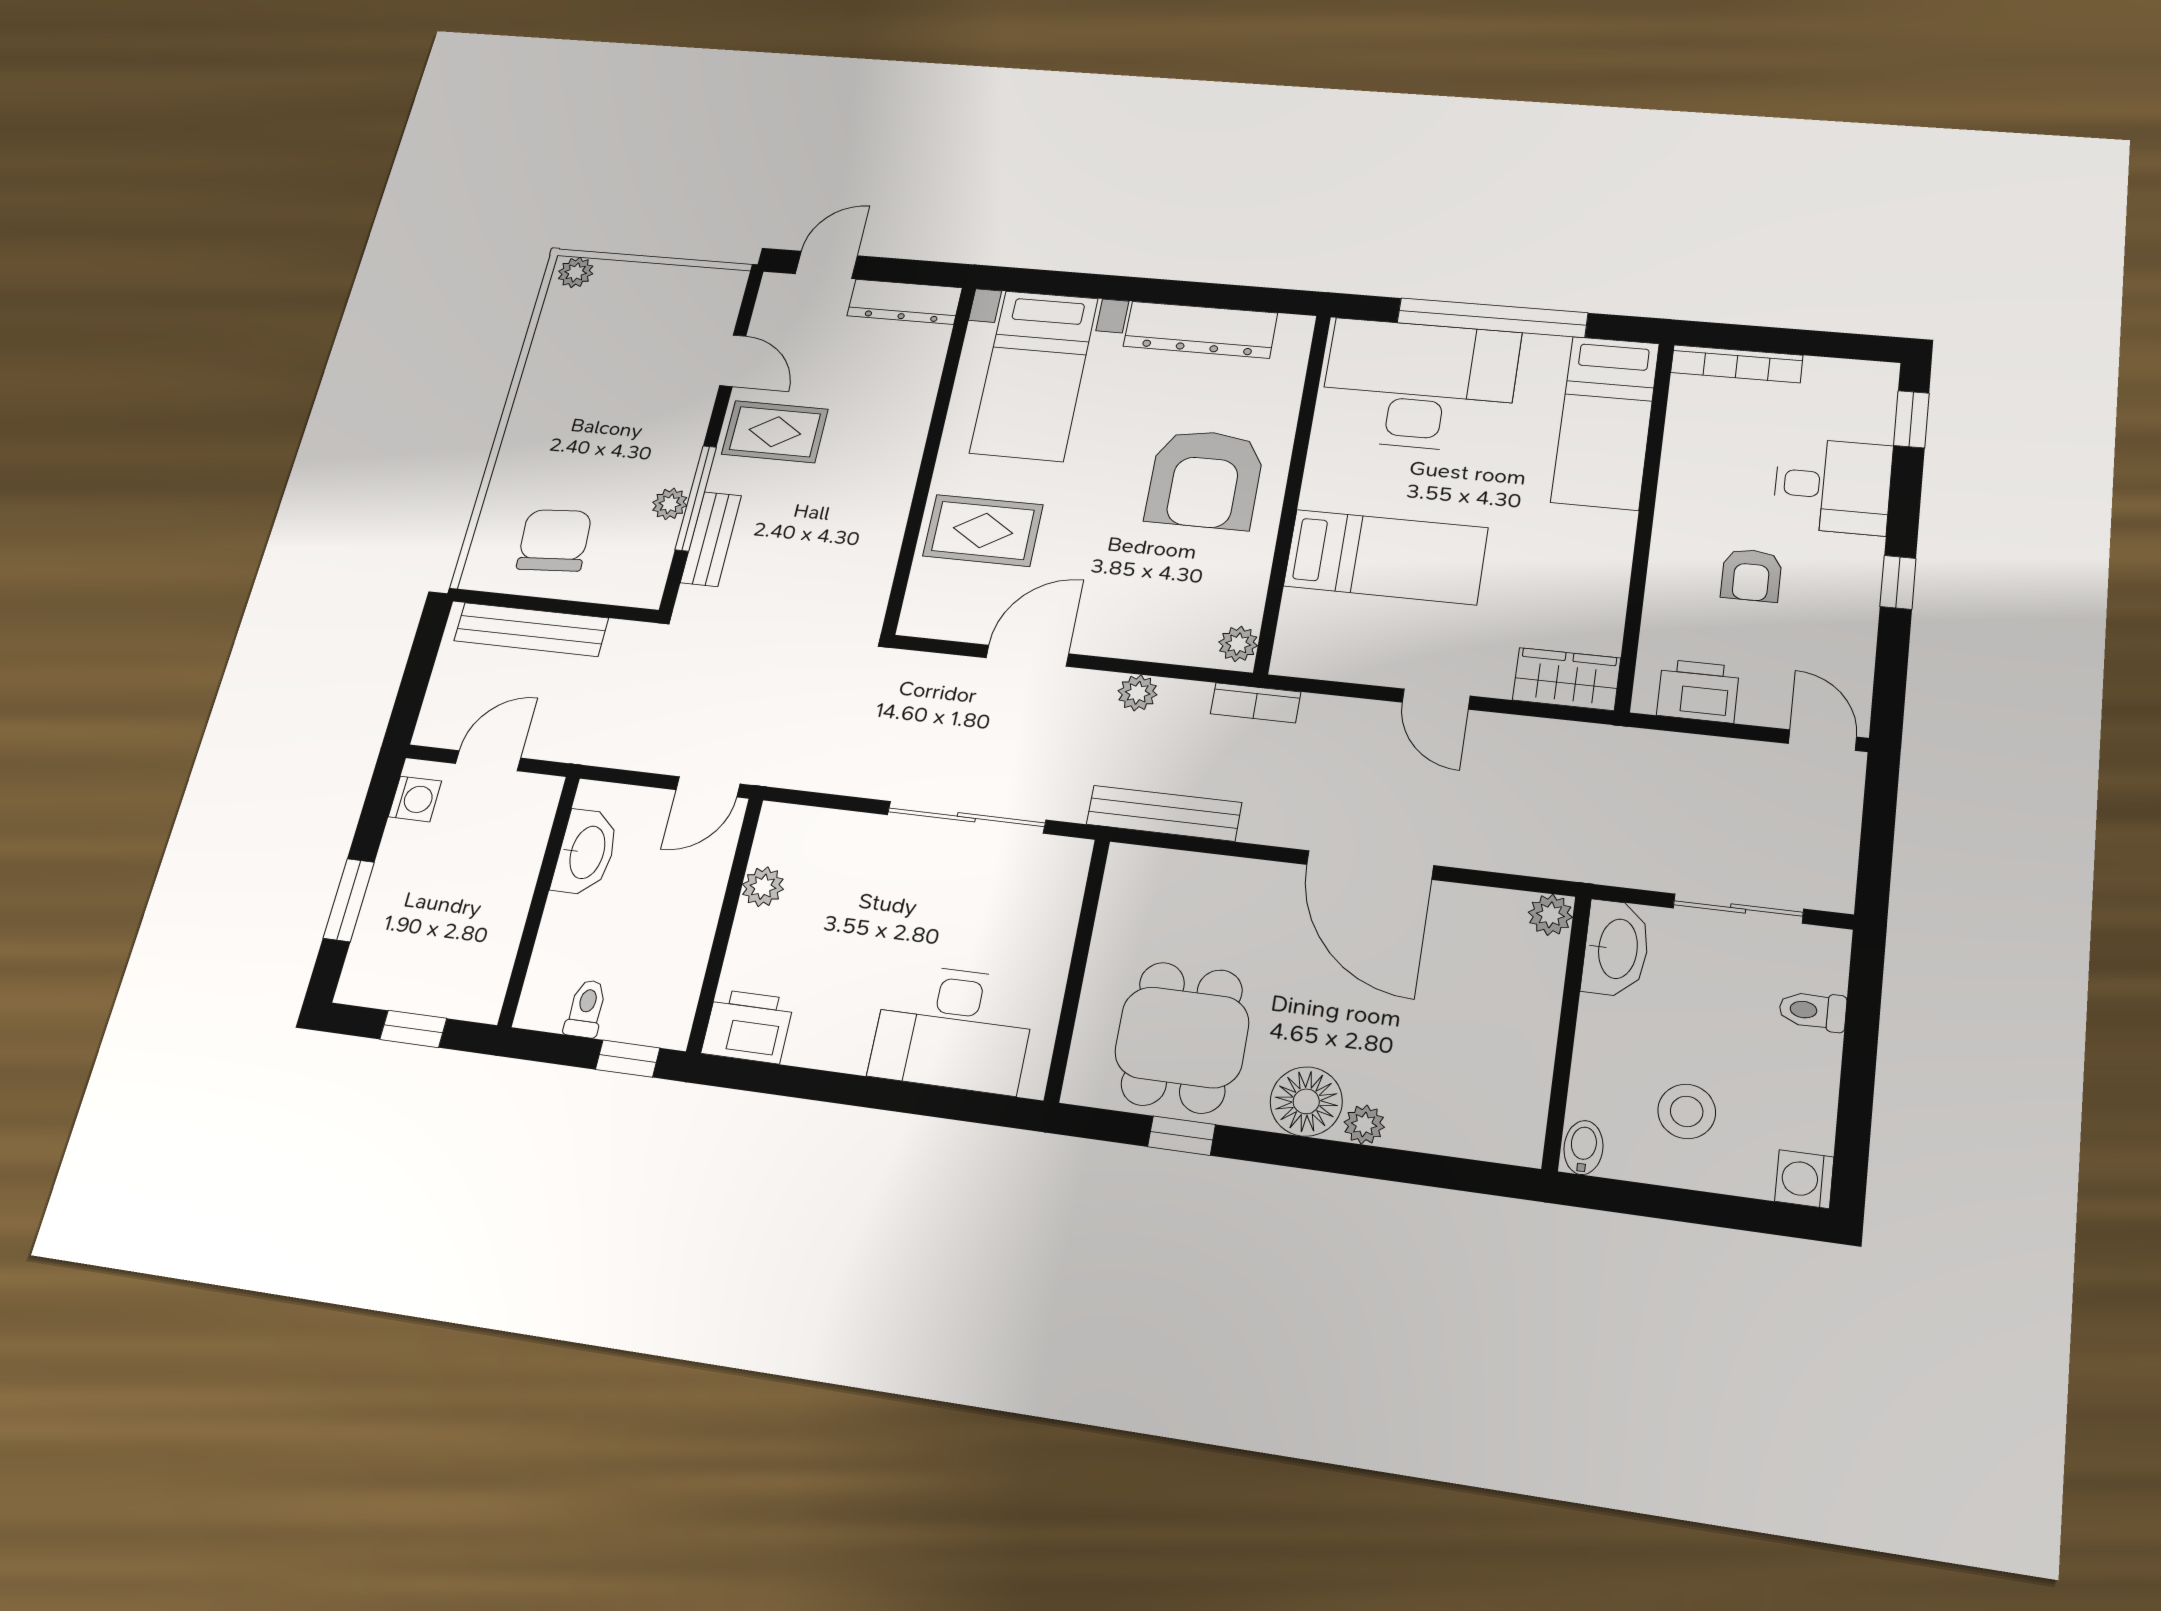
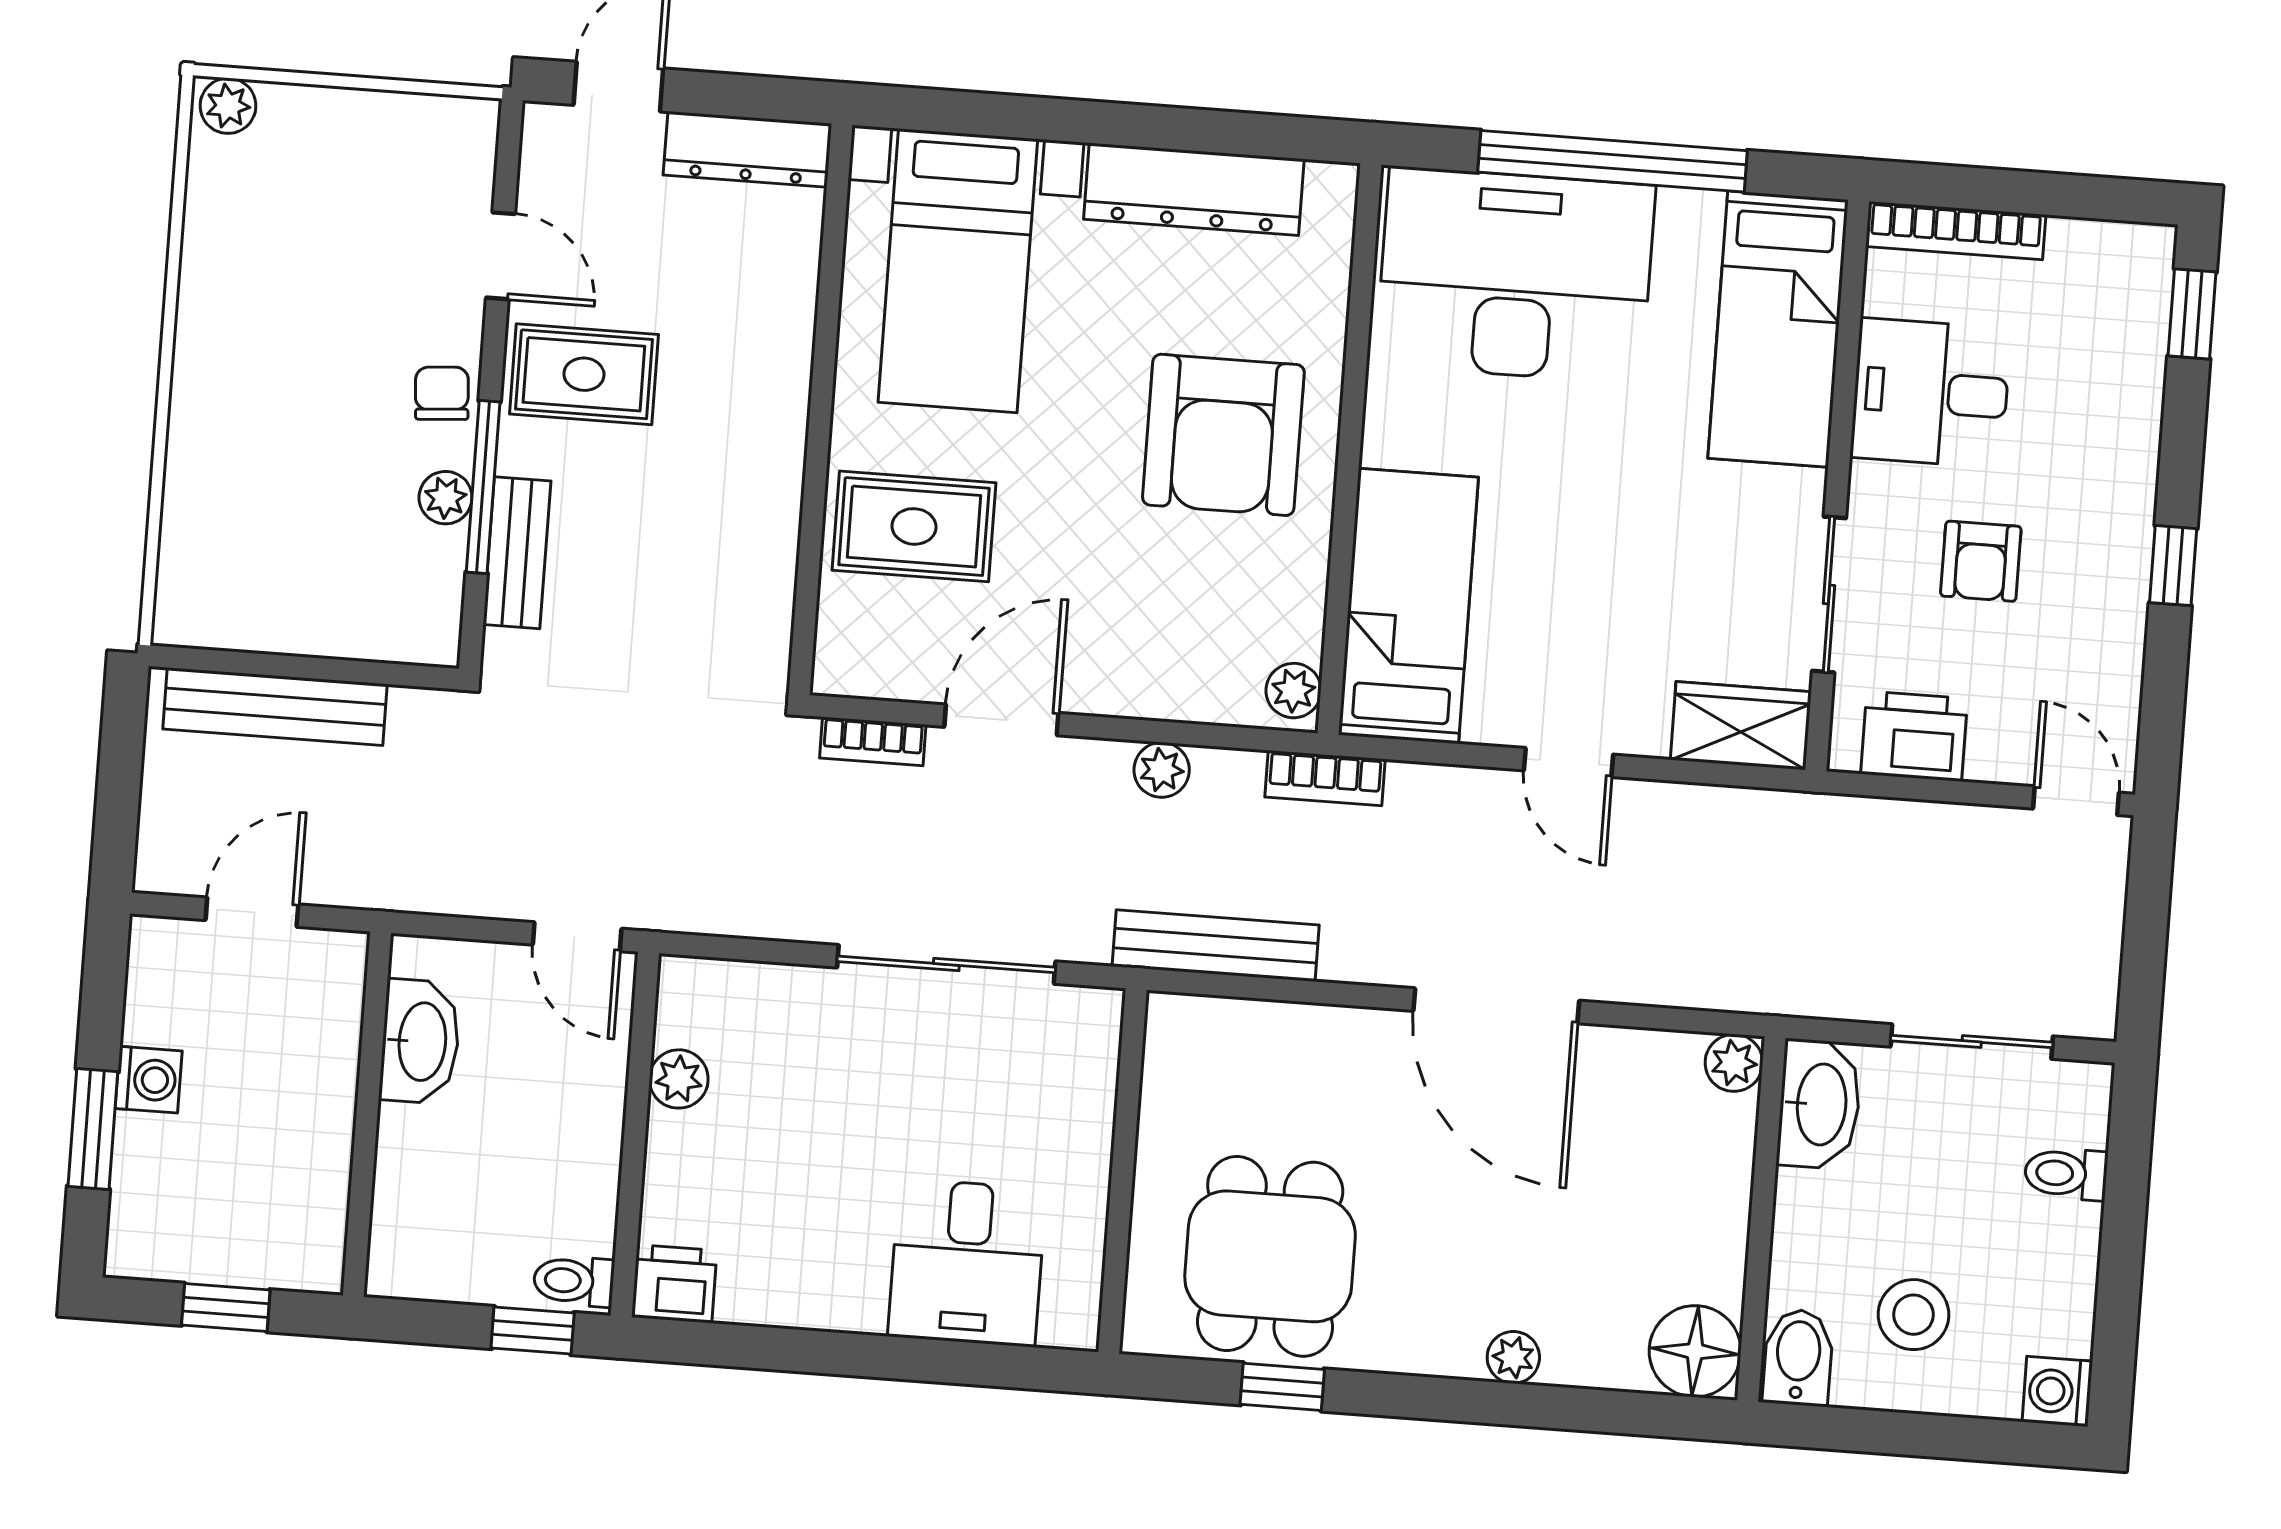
desk: (1833, 486) -> (1931, 393), moved, turned 180
chair: (554, 540) -> (442, 393), moved, width x0.54, depth x0.54
bed: (1386, 557) -> (1408, 606), moved, turned -90
sliding door: (1636, 594) -> (1829, 595), added
bookcase: (935, 666) -> (873, 741), added
door: (708, 787) -> (577, 937), hinge flipped
washing machine: (415, 799) -> (149, 1080), moved
toilet: (586, 1009) -> (574, 1281), moved, turned -90
printer: (748, 1026) -> (674, 1284), width x0.73, depth x0.81
desk: (953, 1028) -> (967, 1263), width x0.73
floor lamp: (1306, 1101) -> (1695, 1351), moved
bidet: (1583, 1148) -> (1798, 1357), width x1.38, depth x1.36

